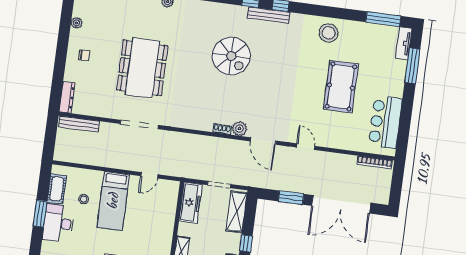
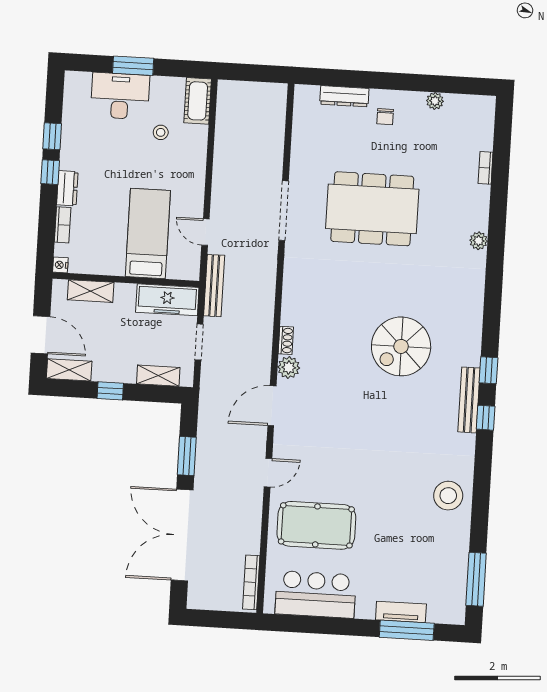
tv unit: (404, 43) -> (401, 612), moved
pool table: (341, 87) -> (316, 525), moved
dresser: (67, 97) -> (344, 96), moved
bench: (79, 124) -> (214, 286), moved
cot: (57, 189) -> (198, 101), moved, turned 90
bed: (113, 201) -> (148, 233), moved, turned 90
shelving: (237, 212) -> (158, 376), width x0.67, depth x0.75

